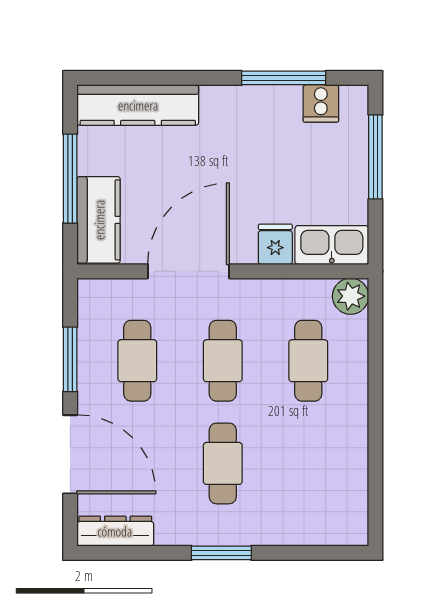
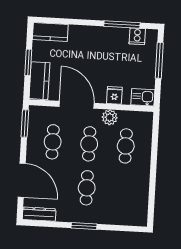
kitchen counter: (138, 105) -> (50, 32), width x0.67
window: (70, 179) -> (28, 62), width x0.69
kitchen sink: (332, 245) -> (143, 97), width x0.73
door: (189, 271) -> (77, 105), hinge flipped
plant: (351, 296) -> (110, 117), moved
window: (70, 359) -> (25, 124), moved

